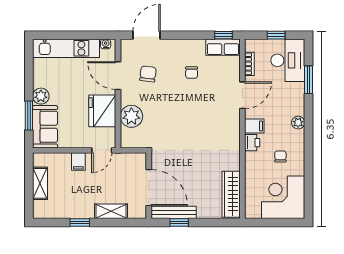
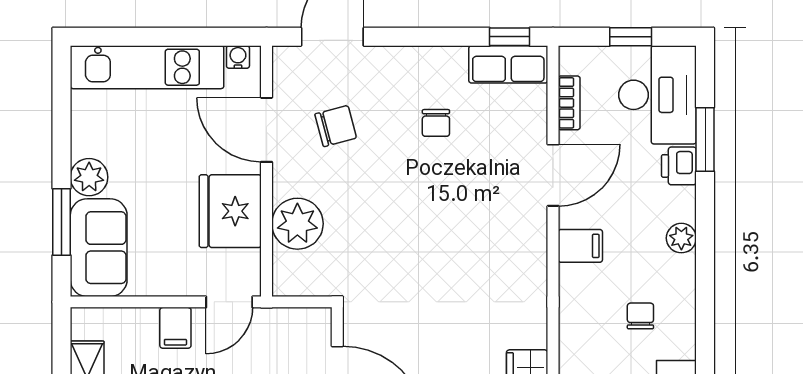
chair: (148, 74) -> (336, 126), turned 68
printer: (252, 143) -> (679, 166), moved, turned 180

